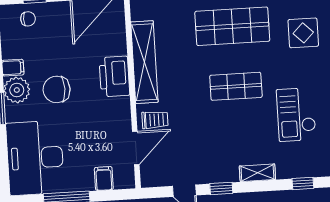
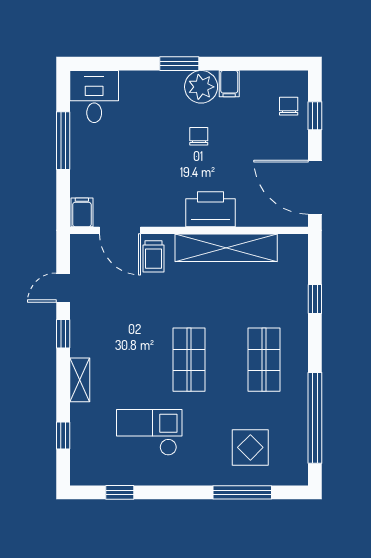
chair: (28, 19) -> (289, 106), turned 180
shop shelf: (232, 26) -> (264, 360), width x0.70, depth x0.74
chair: (57, 89) -> (199, 136), width x0.54, depth x0.54
desk: (35, 158) -> (94, 97), width x0.53, depth x0.77
filing cabinet: (104, 178) -> (82, 212), moved, turned -90

